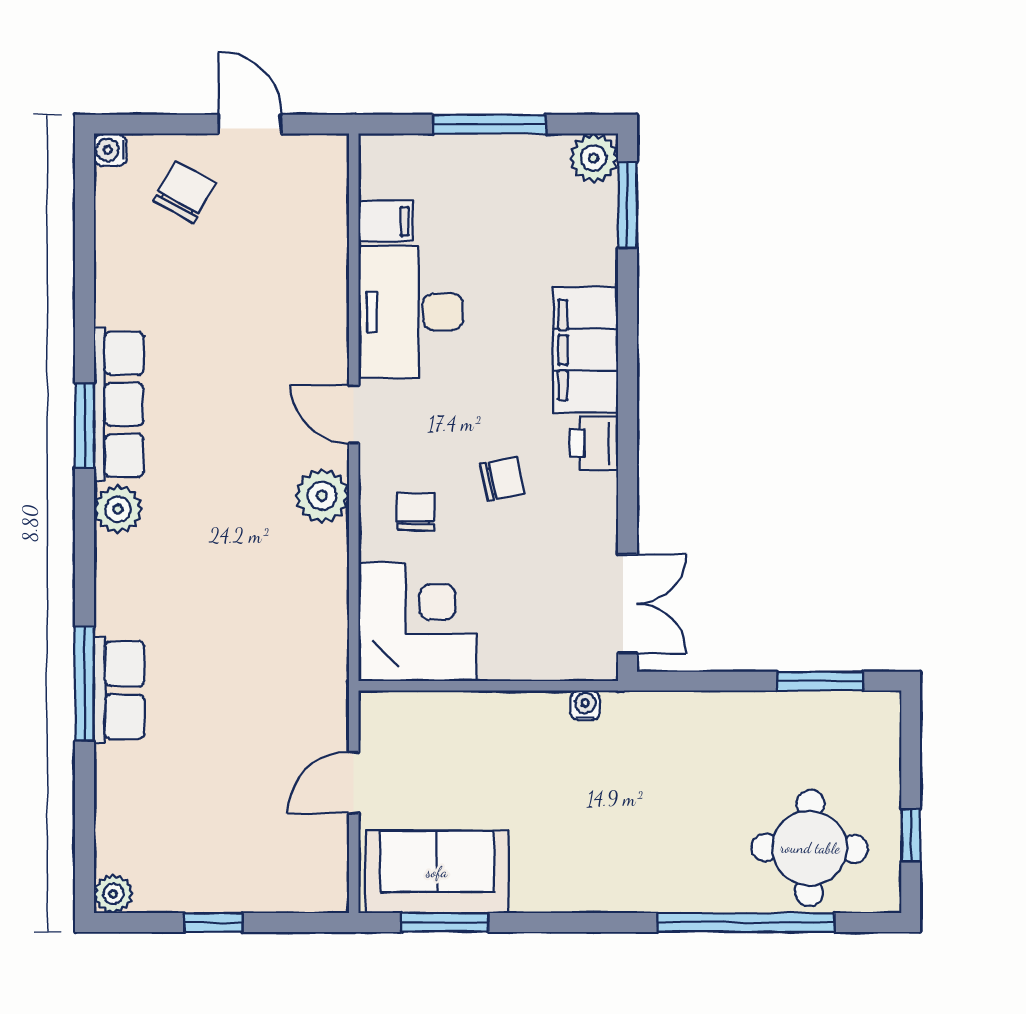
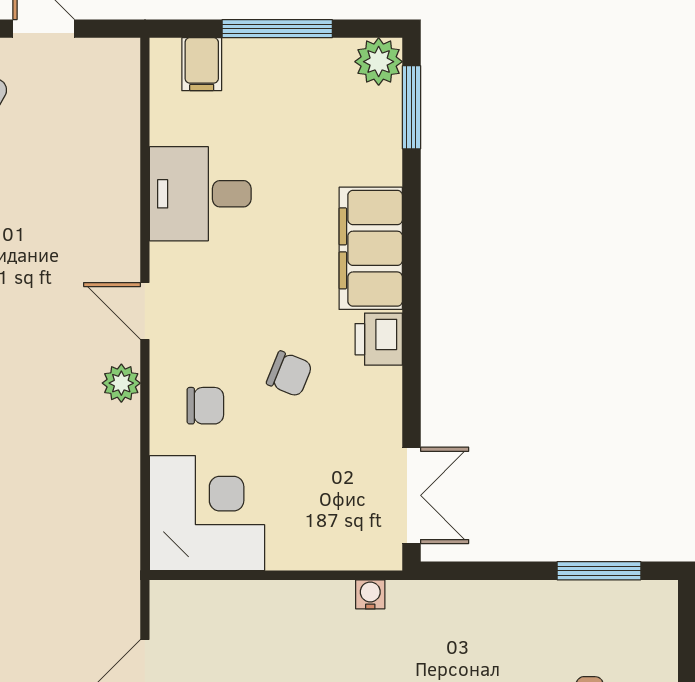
filing cabinet: (386, 221) -> (202, 64), moved, turned 90
desk: (410, 312) -> (200, 194), width x0.73
chair: (502, 479) -> (289, 374), turned 34
plant: (322, 496) -> (121, 383), width x0.73, depth x0.73
chair: (416, 512) -> (205, 406), turned 90

